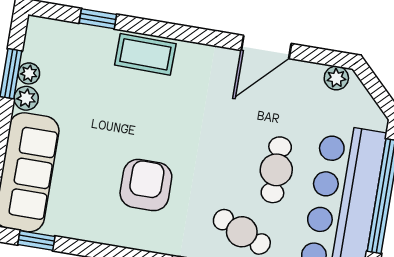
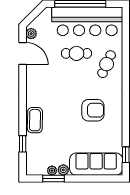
door: (266, 47) -> (23, 53), moved
armchair: (146, 185) -> (93, 110), turned 180

